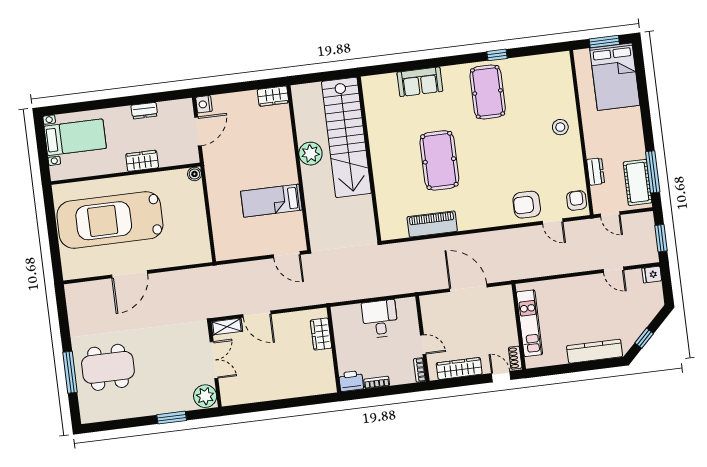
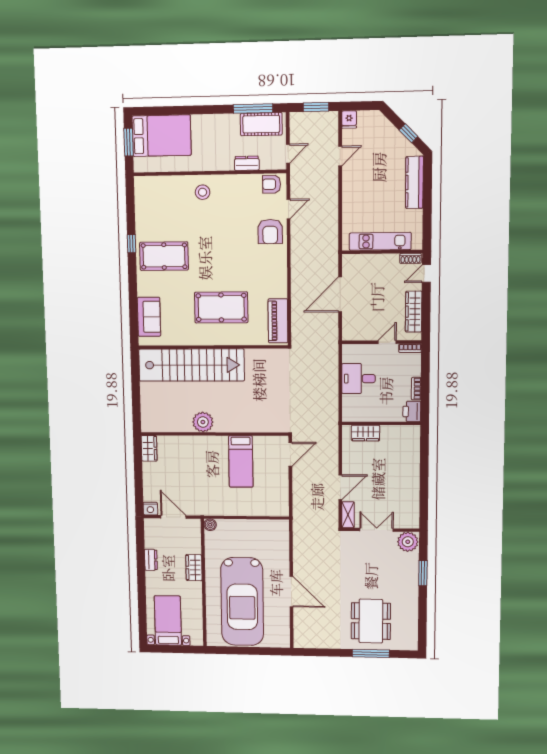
stairs: (346, 137) -> (191, 365), moved
wall: (369, 159) -> (213, 347), moved

